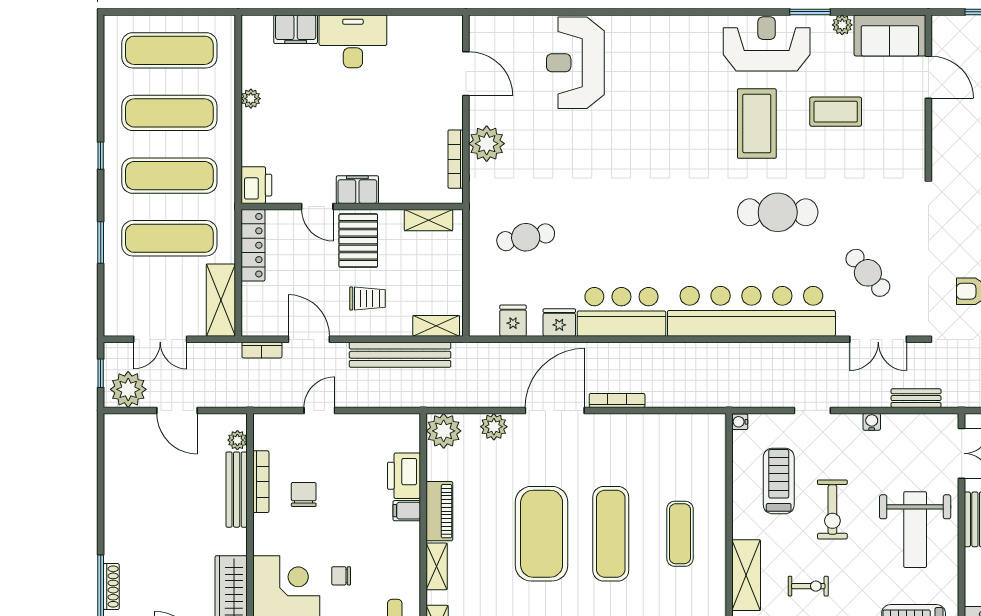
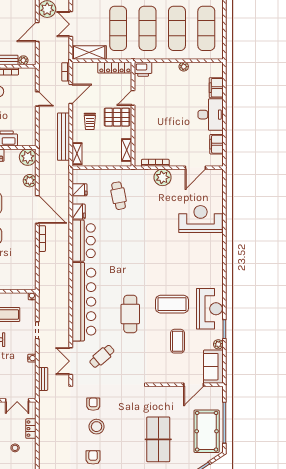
filing cabinet: (357, 190) -> (216, 144), moved, turned 180

